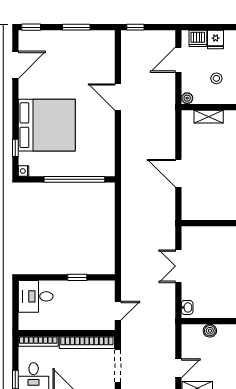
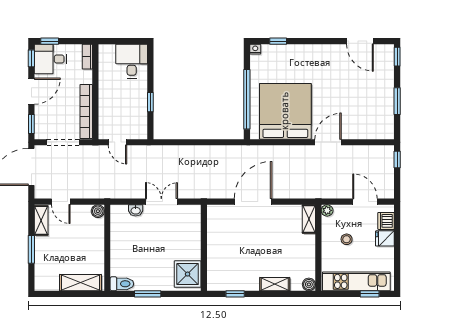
shelving: (209, 117) -> (309, 219), moved
bed: (47, 125) -> (285, 111), moved, turned 180
door: (178, 173) -> (253, 202), width x1.36
washbasin: (187, 307) -> (136, 210), moved
boiler: (210, 331) -> (98, 211), moved
bookcase: (38, 341) -> (87, 57), width x0.64

